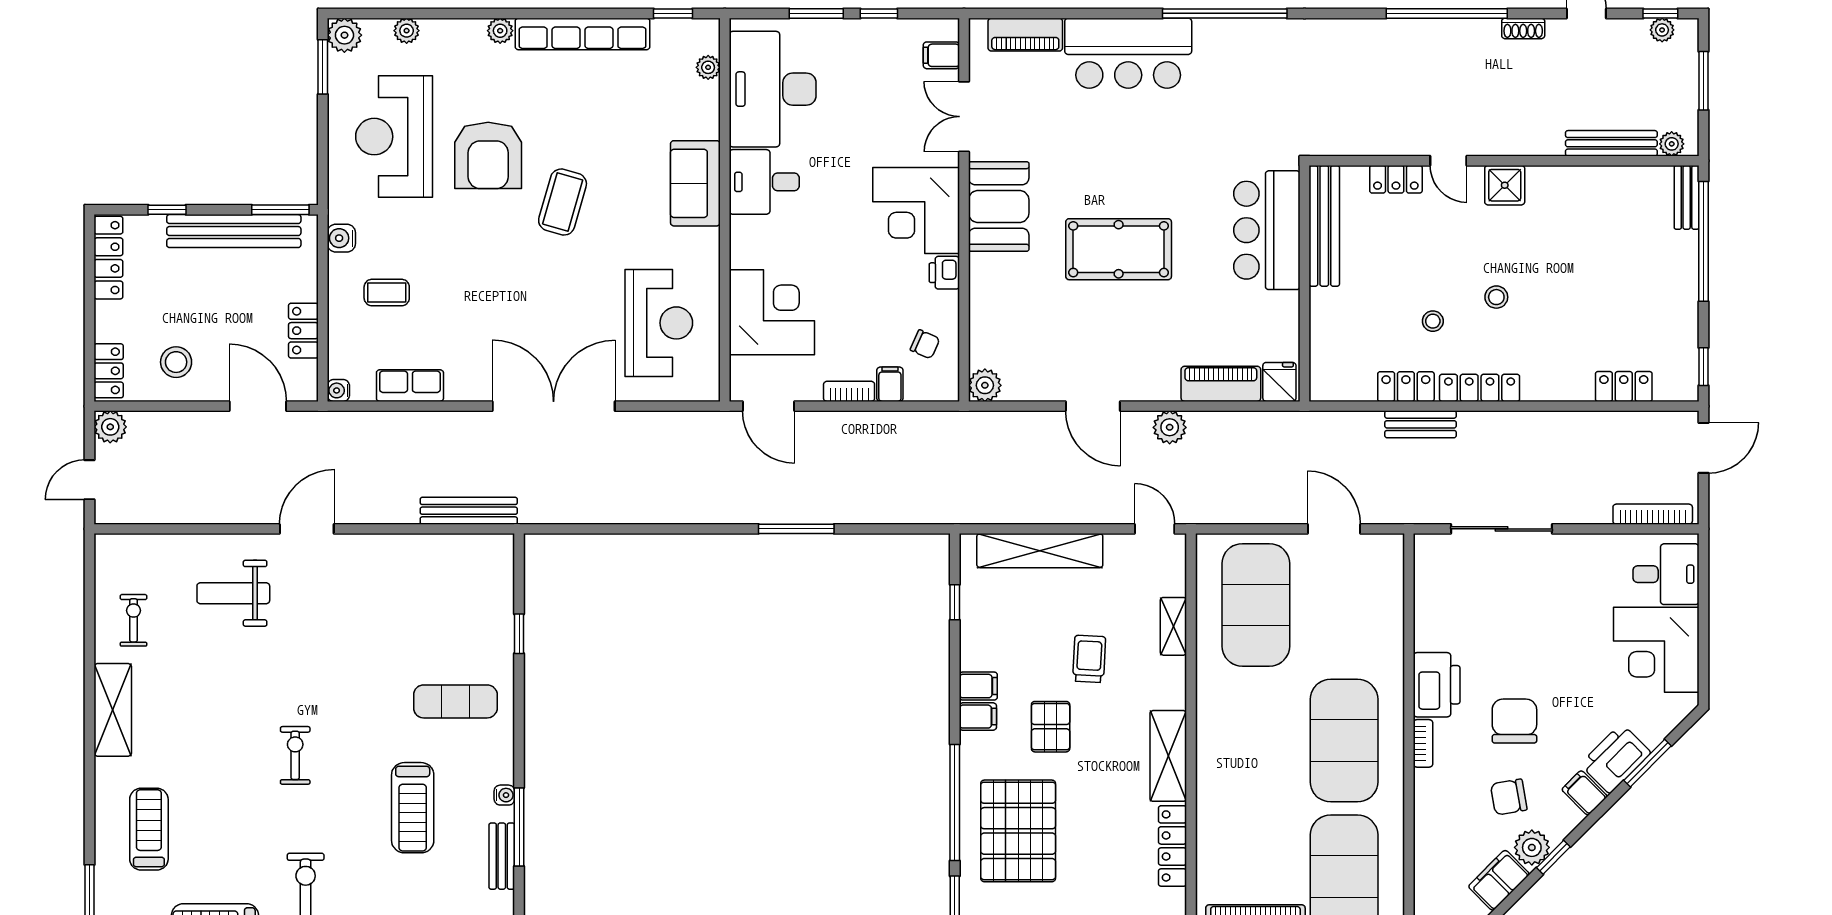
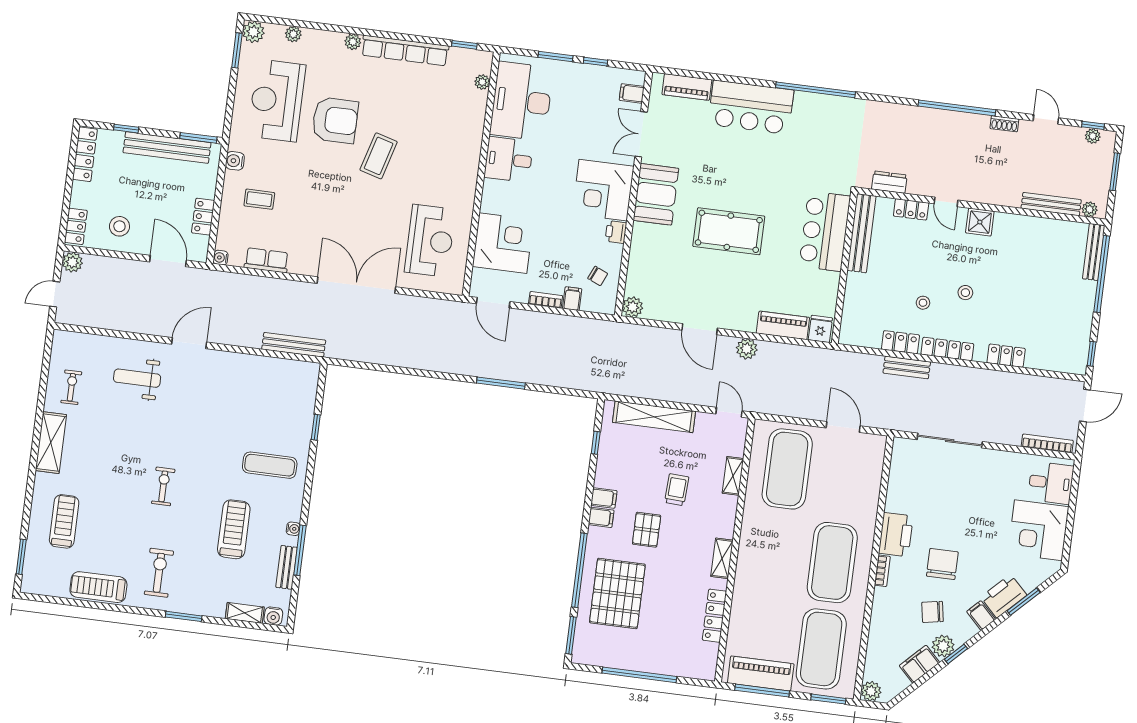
dresser: (1357, 141) -> (889, 182), added
armchair: (488, 155) -> (335, 120), turned -90
sofa: (695, 183) -> (465, 155), removed
bench: (1687, 197) -> (1094, 252), width x1.36
locker: (1624, 386) -> (1006, 356), moved
shelving: (1168, 756) -> (722, 558), width x0.67, depth x0.75
treadmill: (413, 808) -> (234, 529), turned 180

